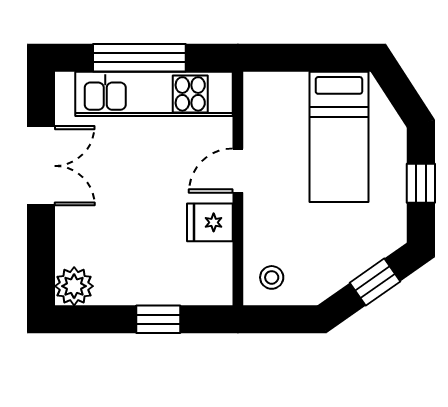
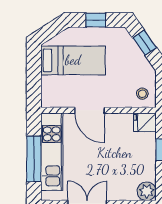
door: (238, 171) -> (90, 110), width x1.38
fridge: (210, 222) -> (145, 122), moved, turned 90

